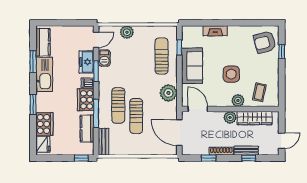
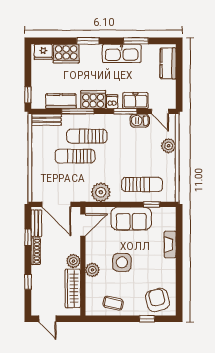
kitchen counter: (43, 42) -> (168, 63), moved, turned 90
coffee table: (259, 92) -> (113, 303), moved
door: (179, 133) -> (56, 204), swing flipped
bench: (246, 151) -> (36, 223), moved

